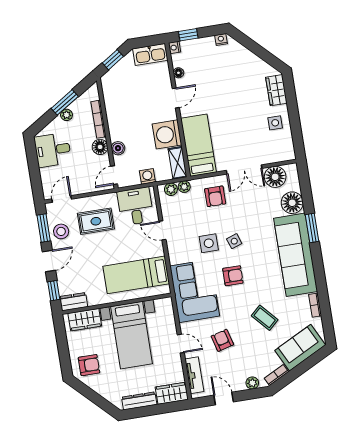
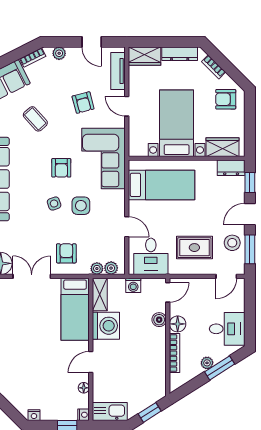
window: (65, 102) -> (220, 368), moved
armchair: (233, 276) -> (61, 168), turned -90
bookcase: (105, 394) -> (214, 67), added

